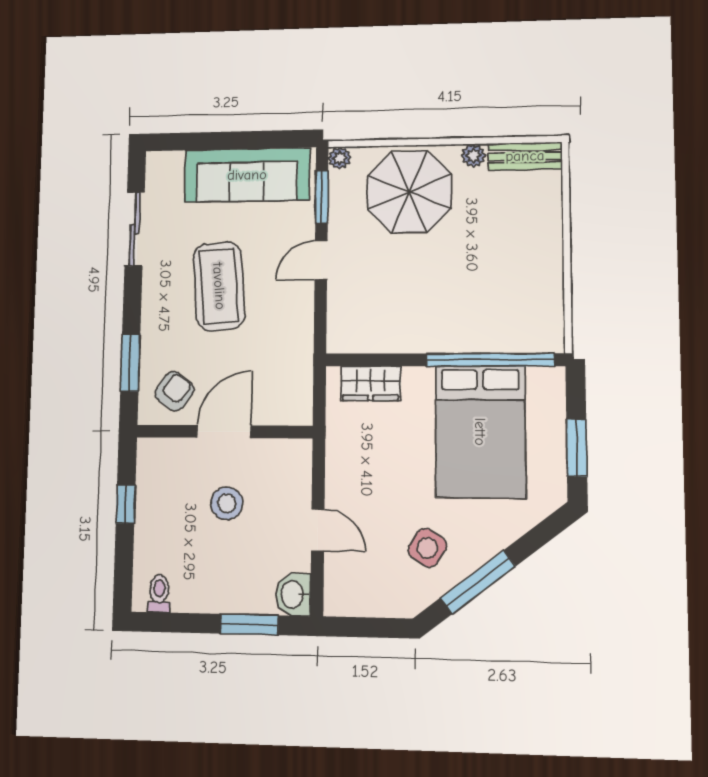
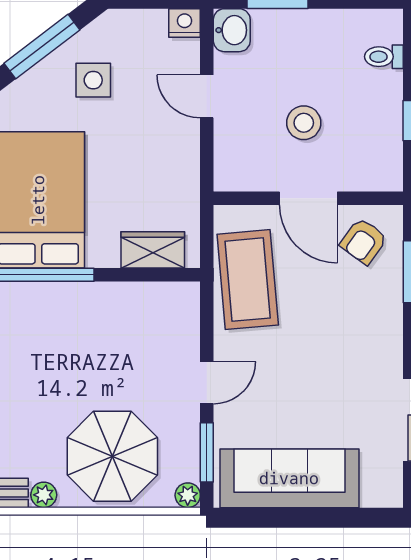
coffee table: (219, 286) -> (248, 280), moved
door: (224, 432) -> (308, 198), hinge flipped
side table: (427, 548) -> (93, 80), turned -32
toilet: (159, 594) -> (384, 57), moved, turned 90
nightstand: (339, 602) -> (184, 23), added

